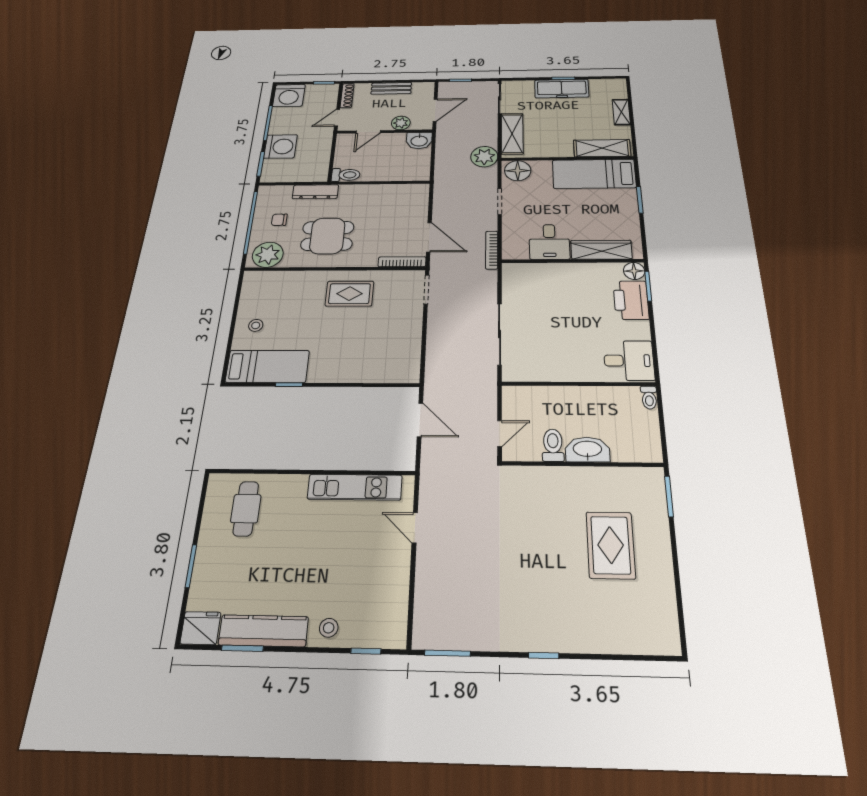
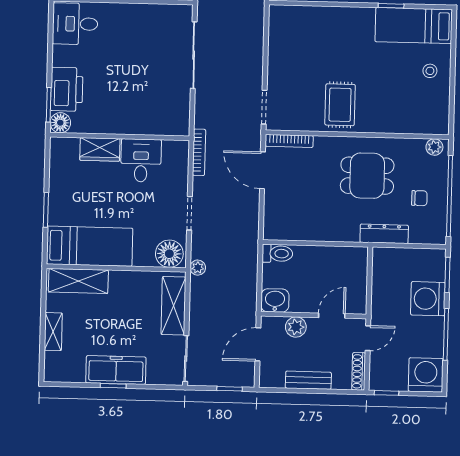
plant: (484, 157) -> (198, 268), width x0.53, depth x0.53
toilet: (346, 175) -> (277, 254), moved, turned 180
wardrobe: (601, 250) -> (100, 149), width x0.67
plant: (268, 255) -> (434, 147), width x0.53, depth x0.53
rug: (349, 294) -> (340, 105), turned 90

